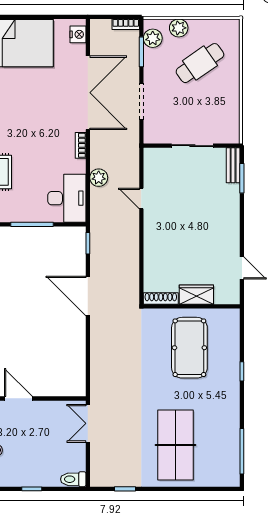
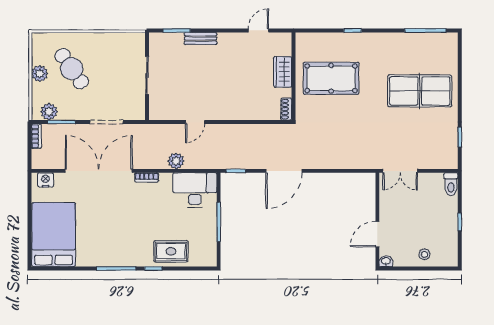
plant: (179, 28) -> (40, 74), moved
bench: (233, 165) -> (201, 38), moved
shoe rack: (161, 298) -> (286, 109), width x0.70

